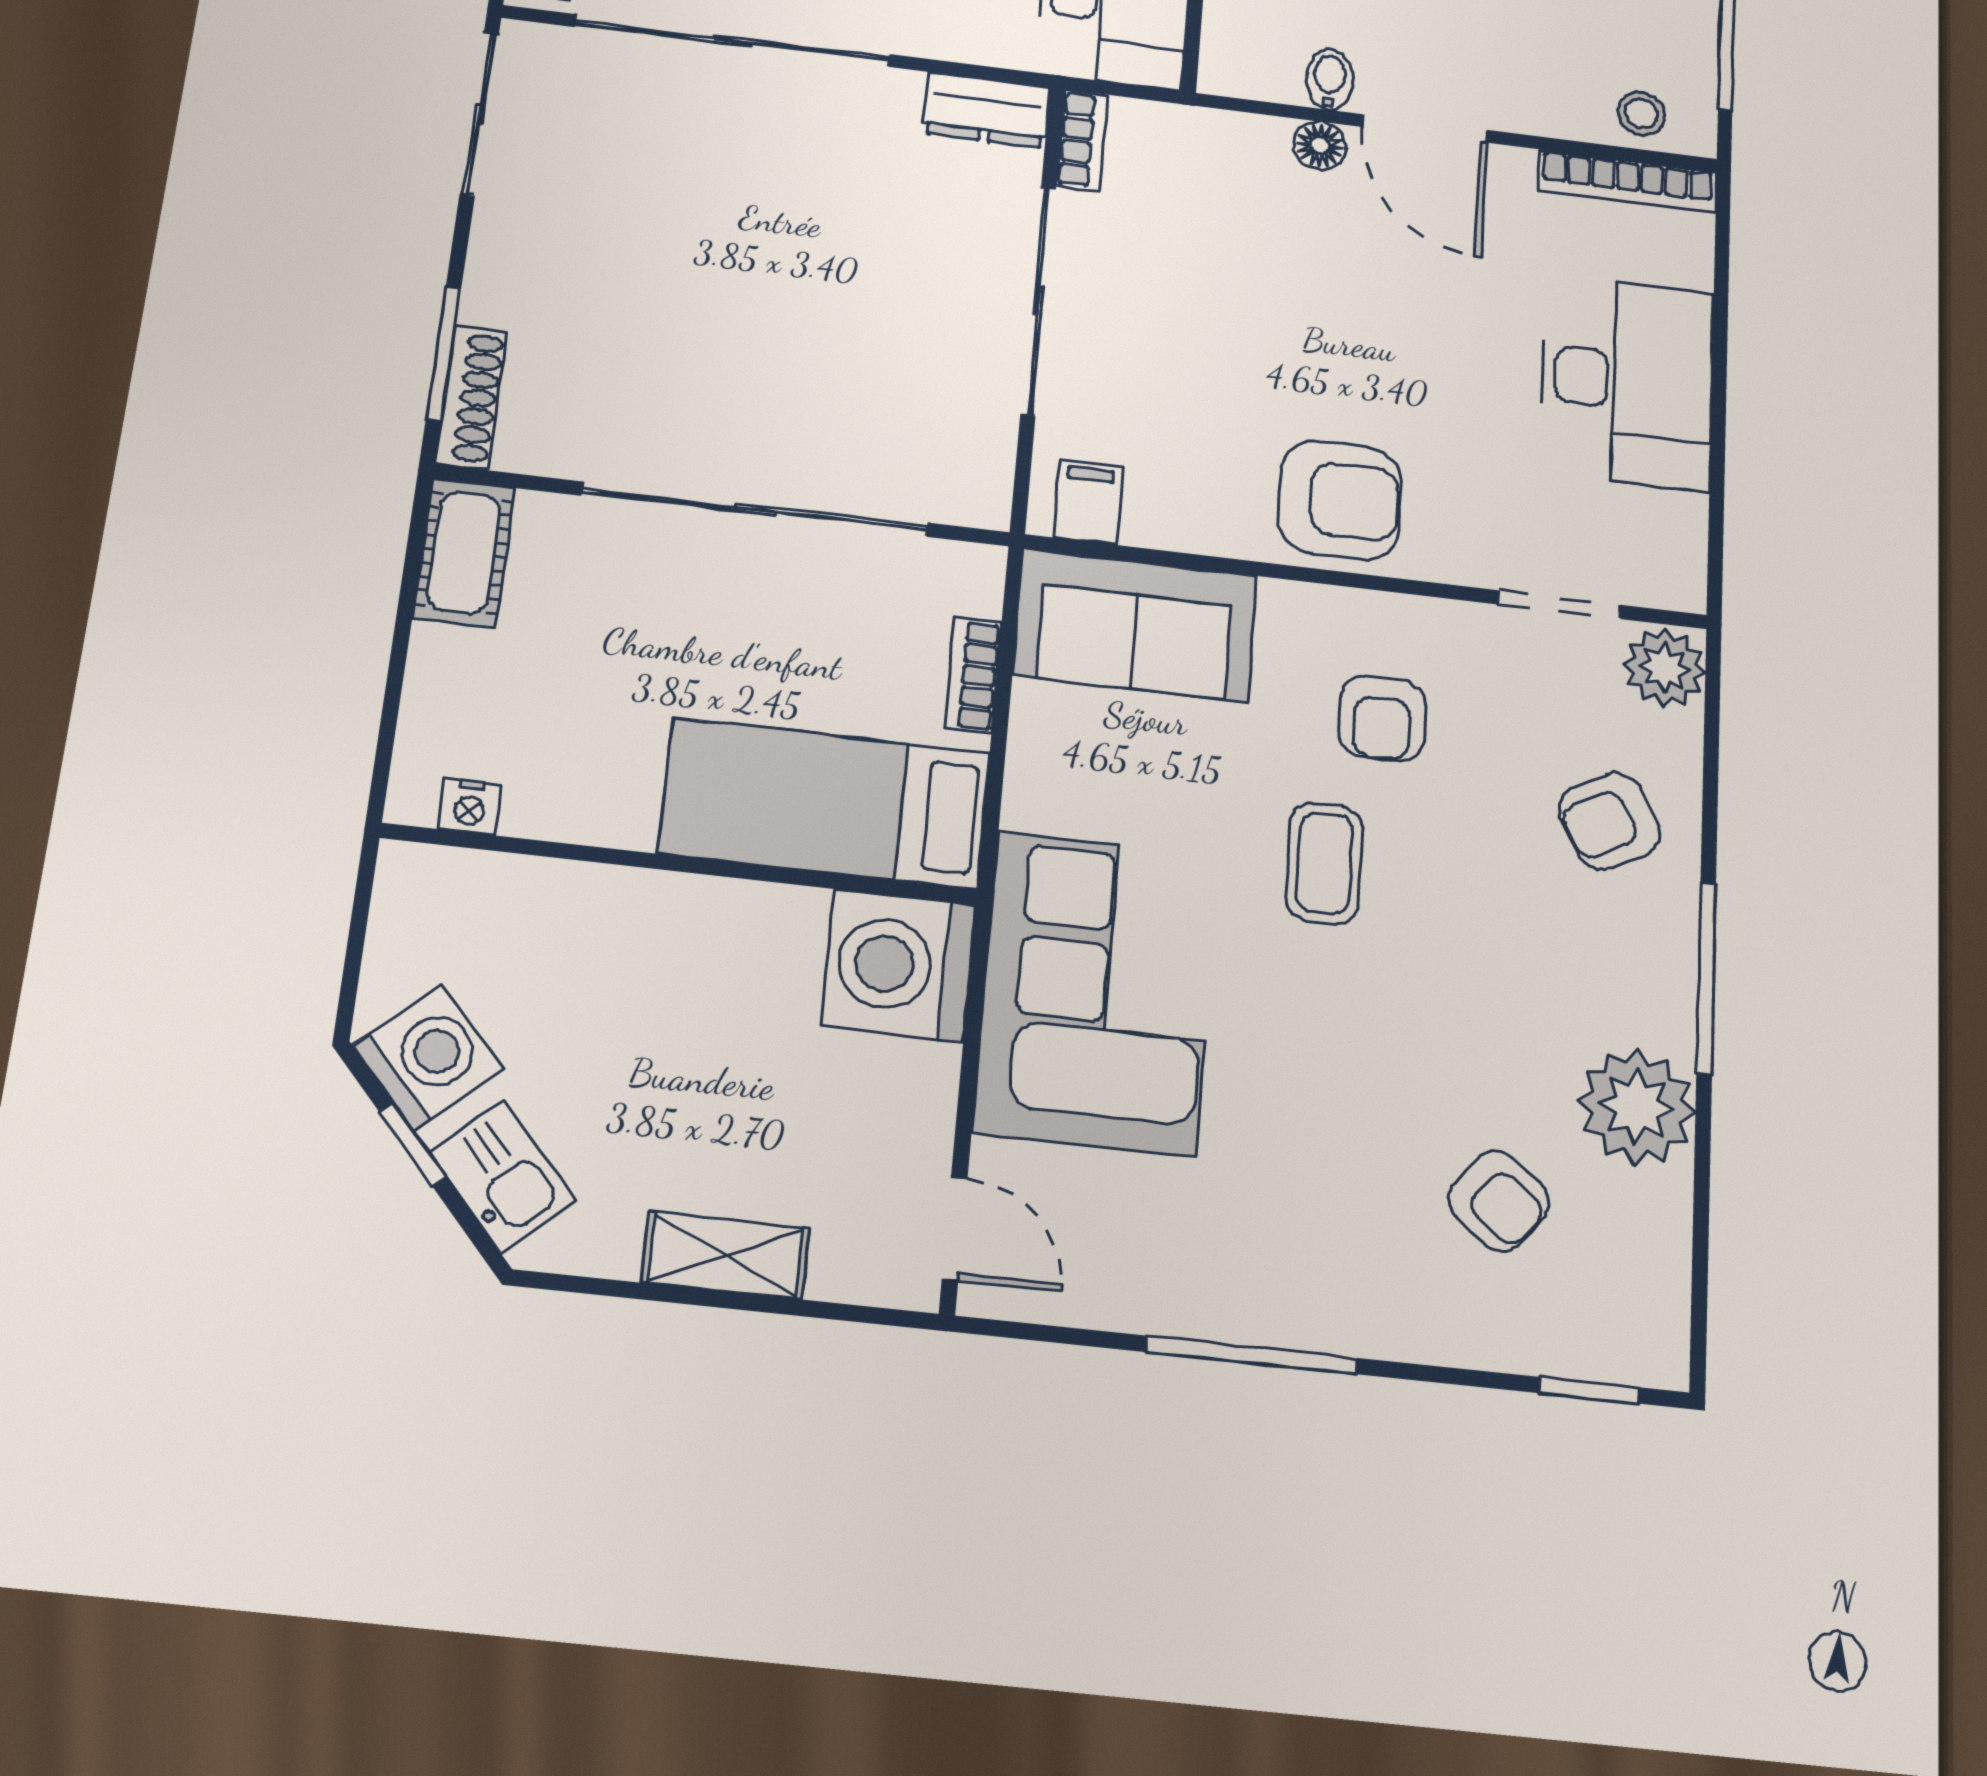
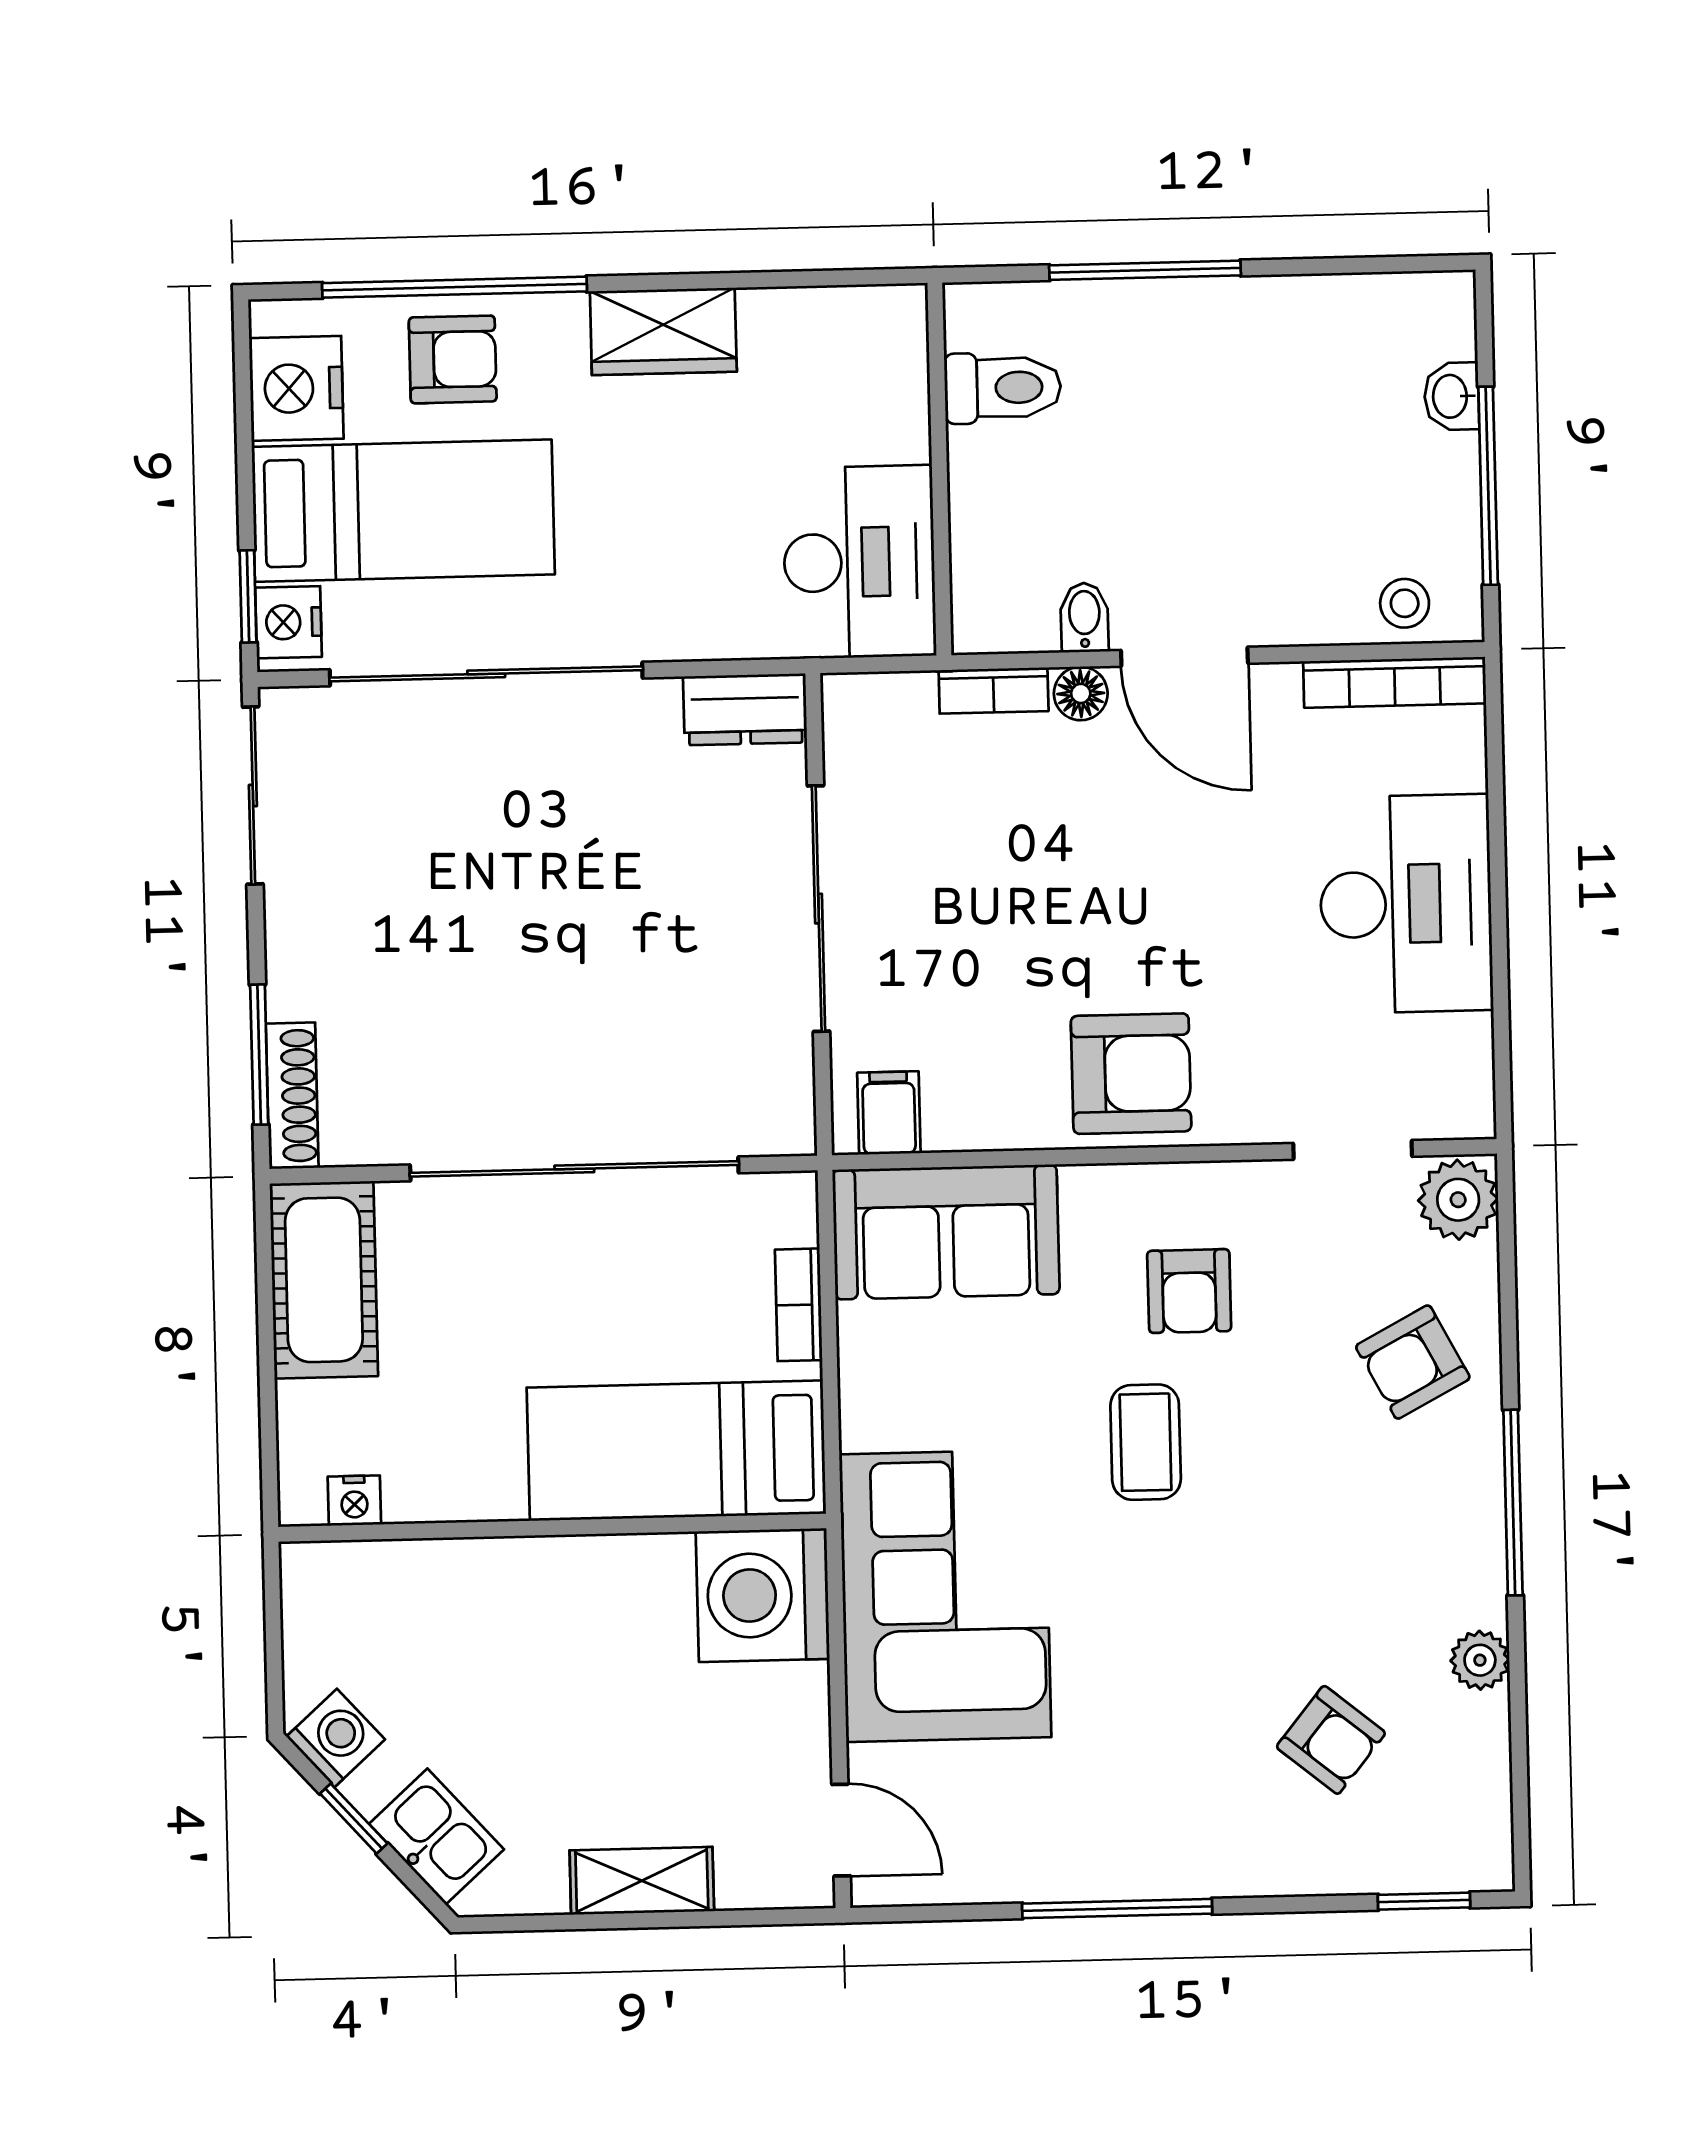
bookcase: (1082, 140) -> (994, 691), moved, turned 90
cot: (464, 553) -> (324, 1280), width x1.37, depth x1.34
washing machine: (428, 1057) -> (336, 1738), width x0.73, depth x0.73
plant: (1637, 1107) -> (1480, 1660), width x0.53, depth x0.53

